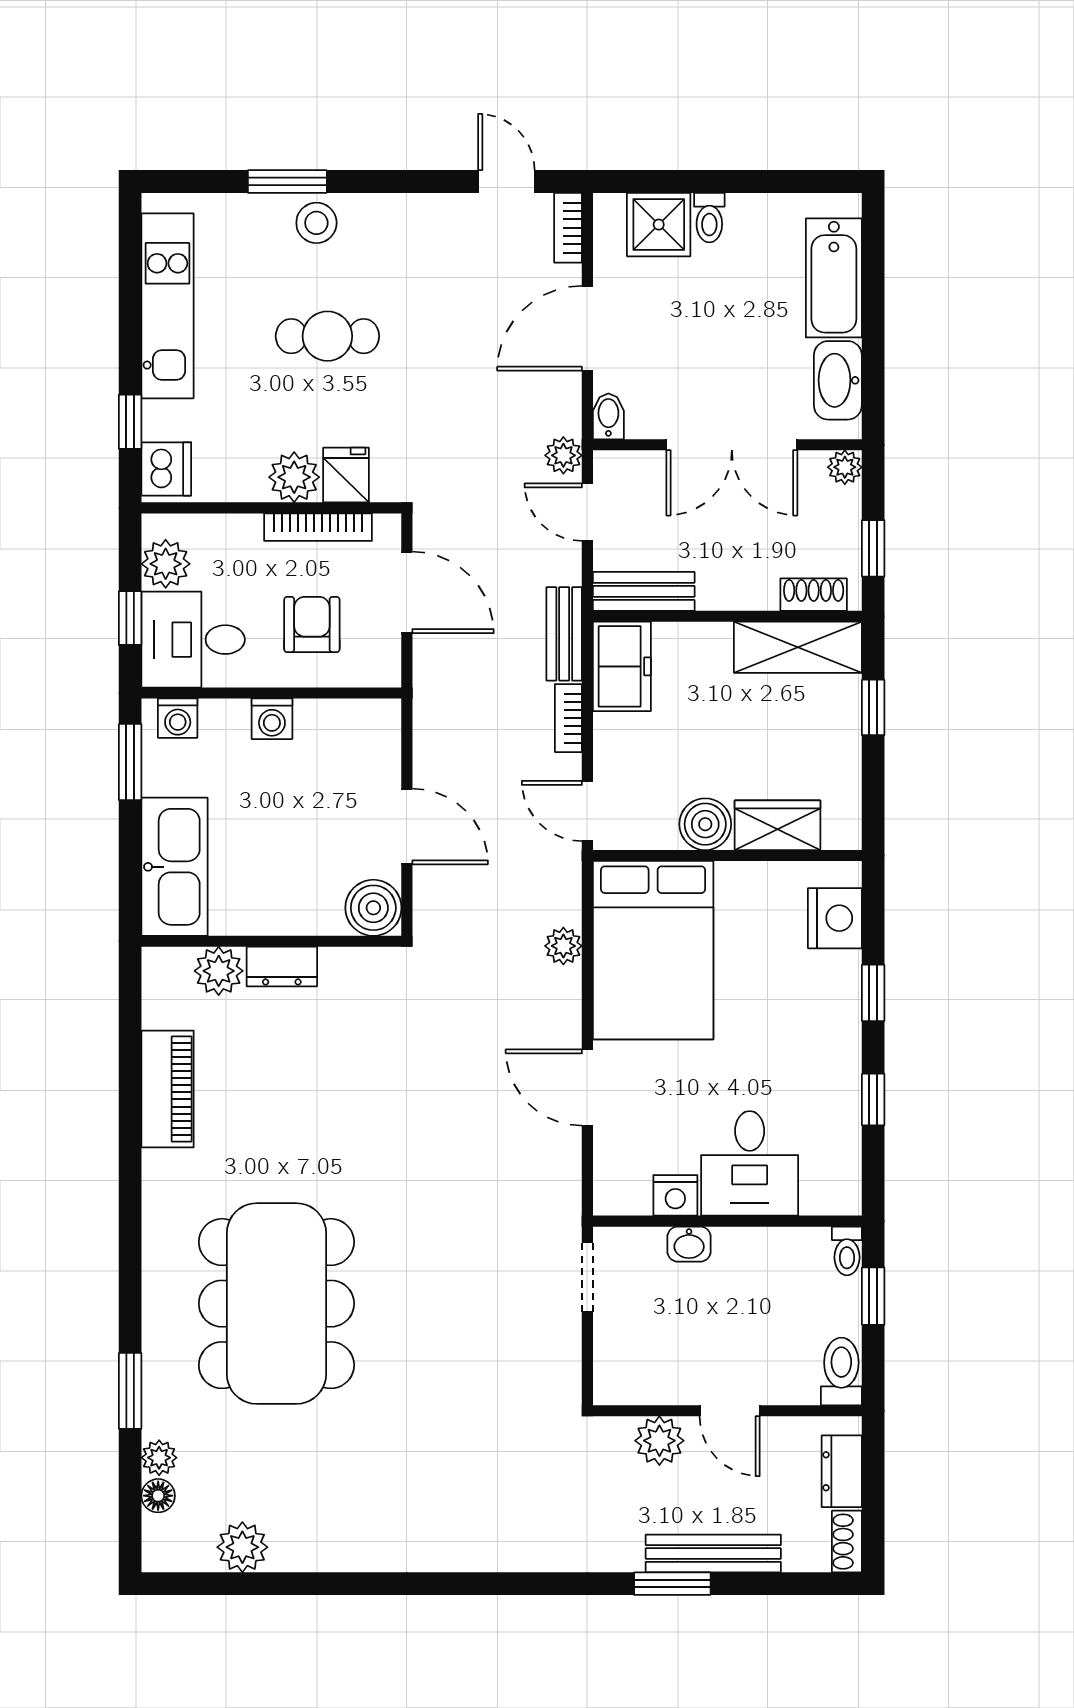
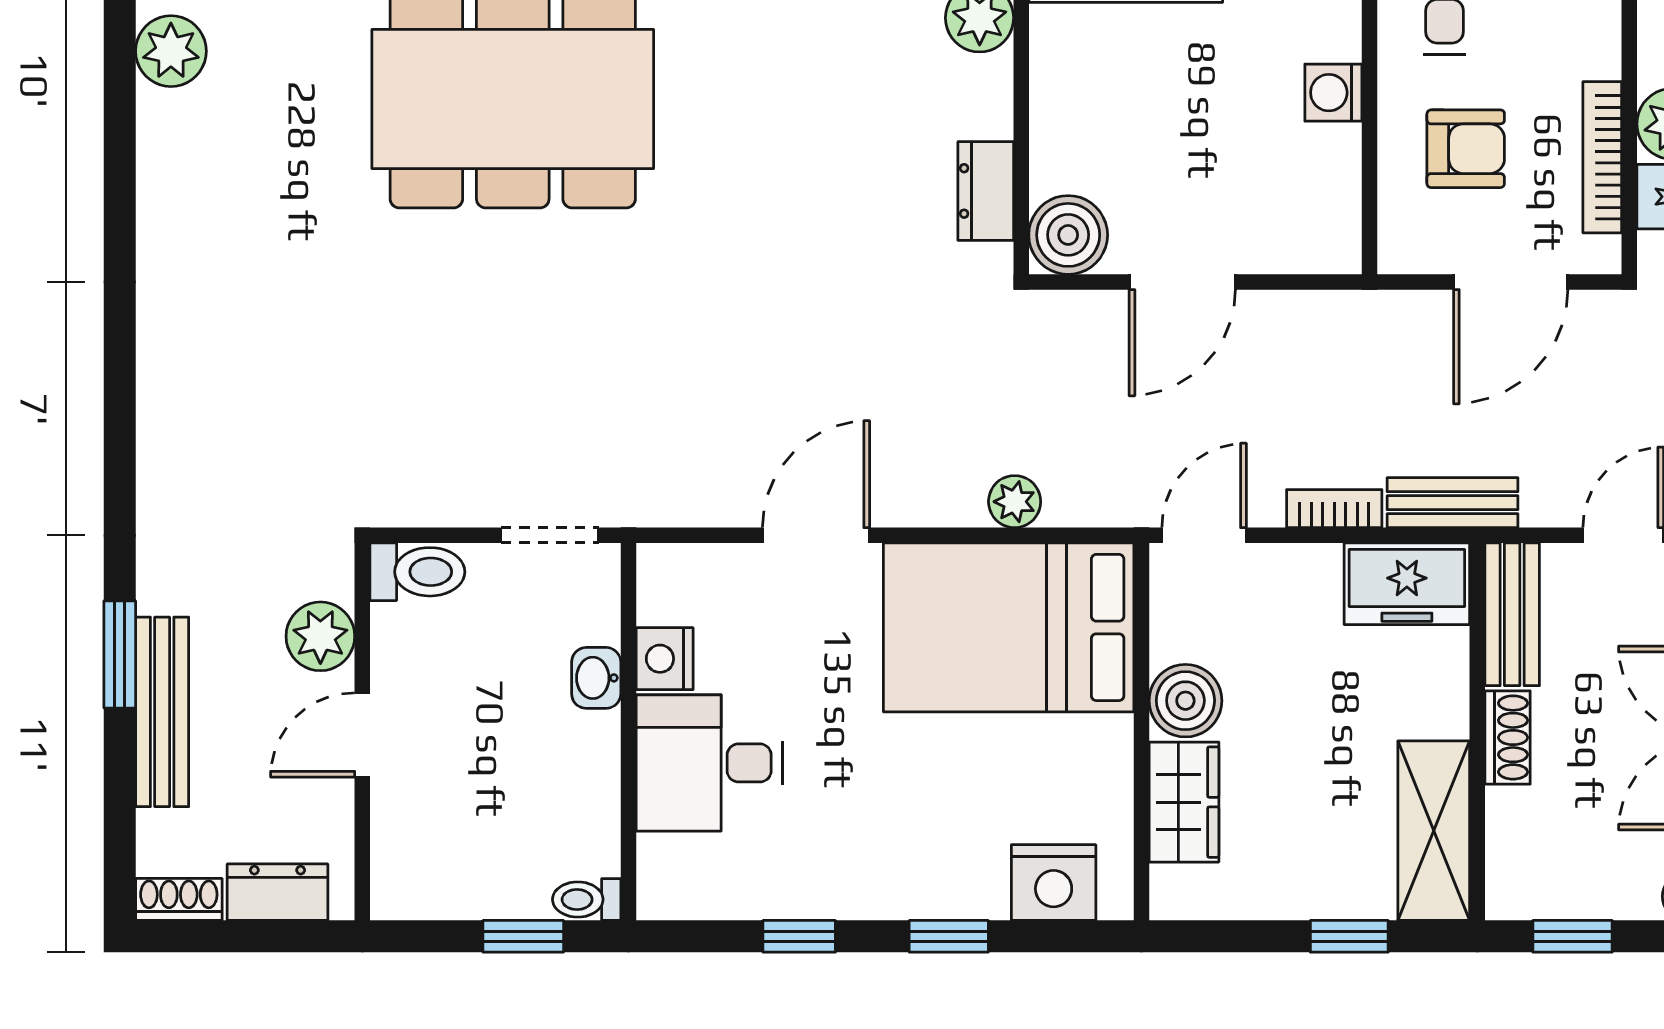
shoe rack: (814, 595) -> (1508, 737), moved
dresser: (282, 967) -> (986, 191), moved
toilet: (841, 1372) -> (417, 572), moved

